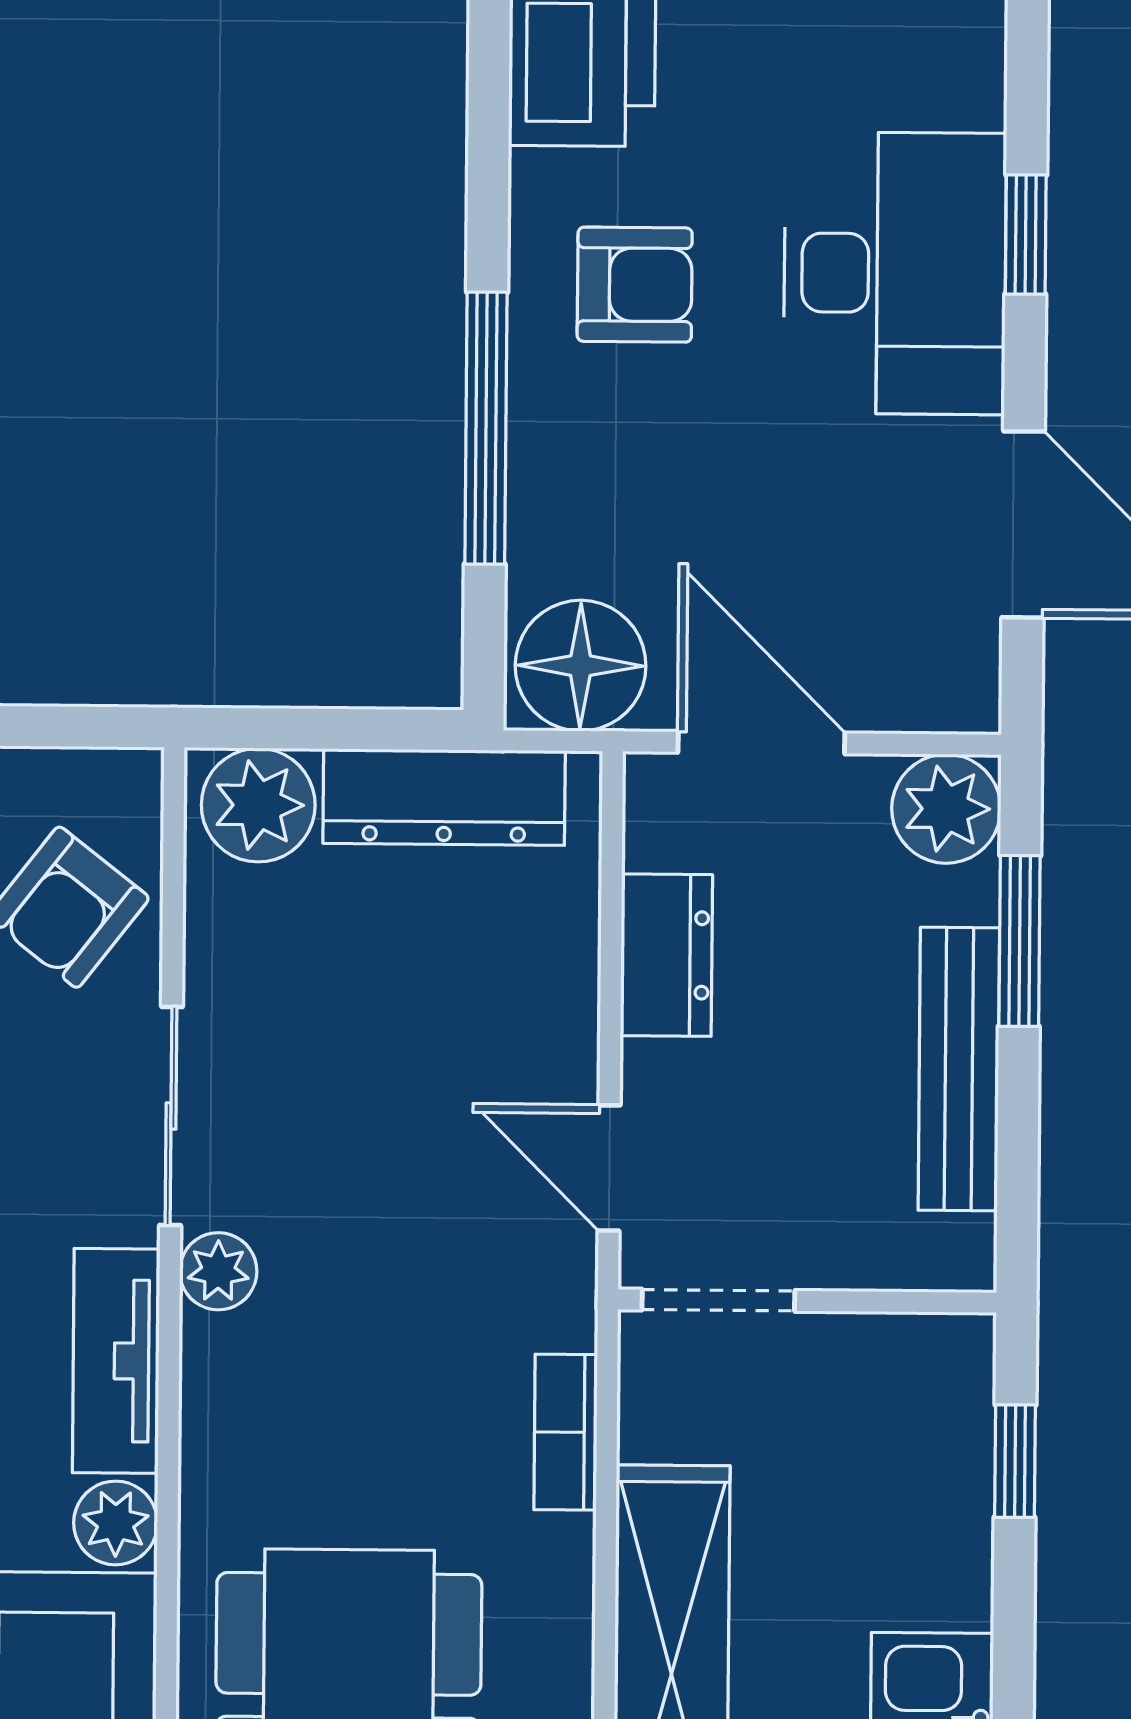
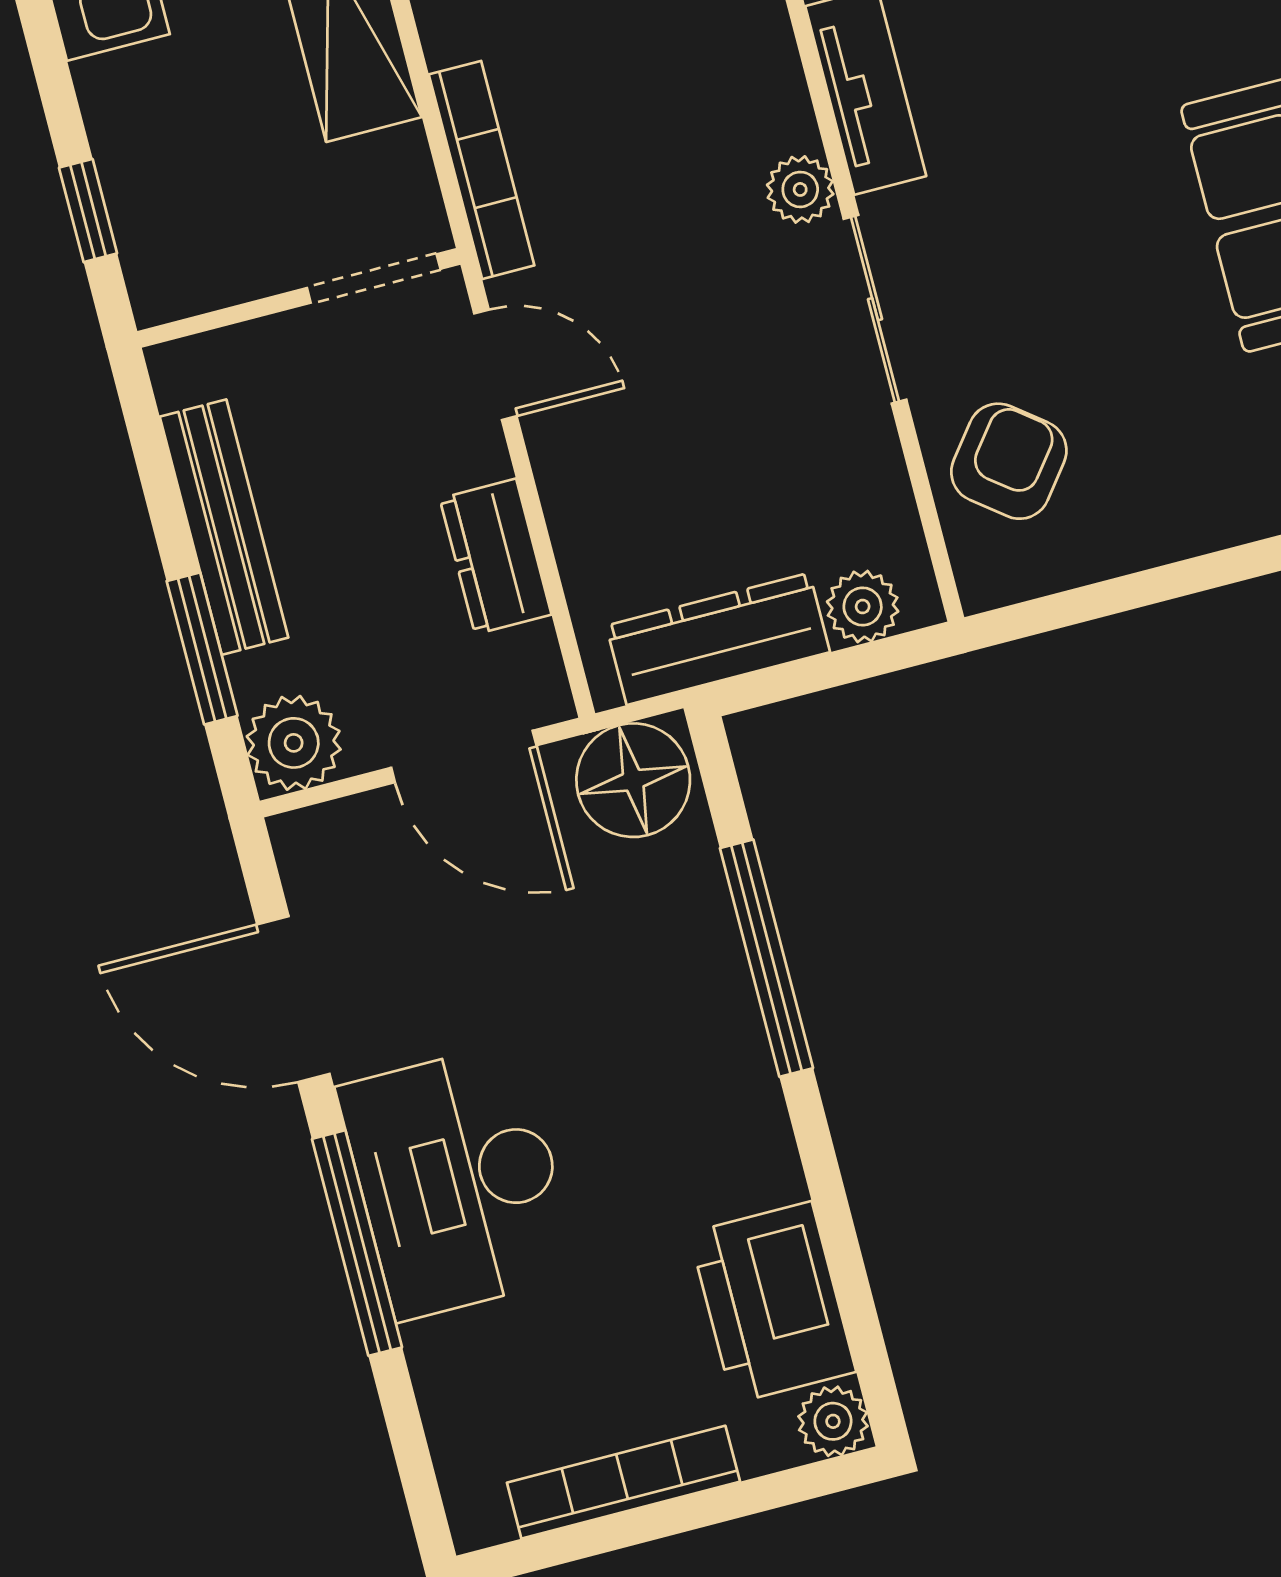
window: (1026, 235) -> (357, 1243), width x2.17
armchair: (635, 285) -> (674, 1112), removed
plant: (258, 805) -> (863, 606), width x0.73, depth x0.73
bookcase: (566, 1432) -> (482, 170), width x1.56

